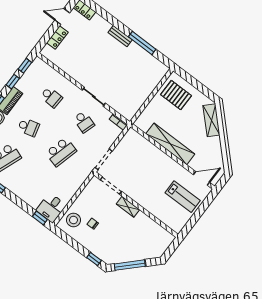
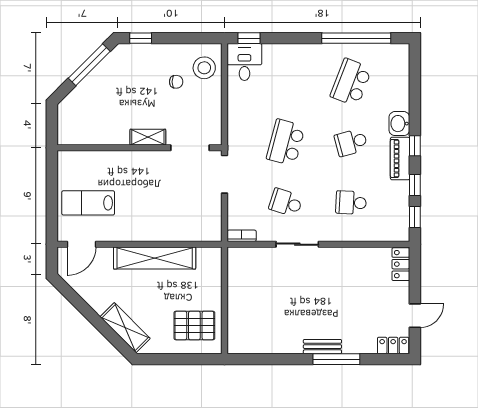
locker: (57, 38) -> (401, 264), moved
window: (142, 43) -> (336, 359), moved

